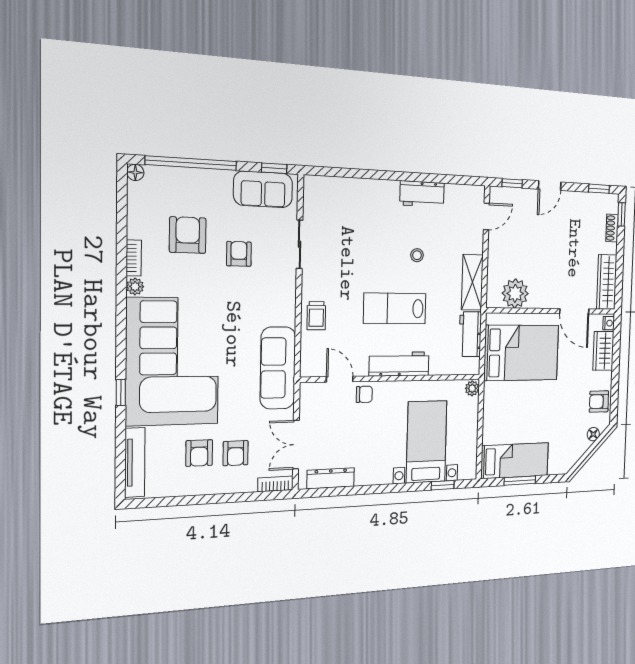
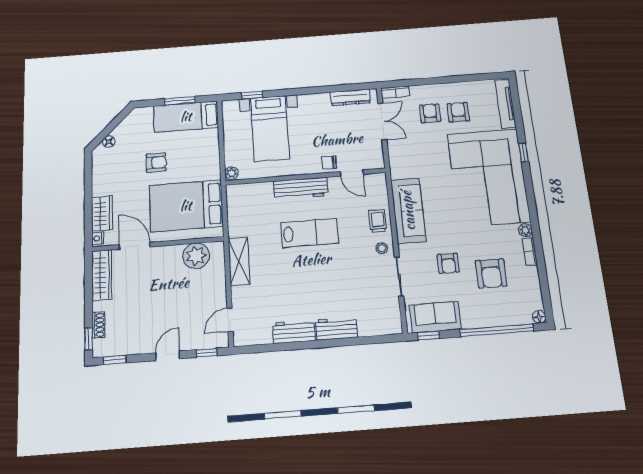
stool: (417, 255) -> (382, 248), moved
workbench: (470, 334) -> (336, 328), moved, turned -90
sofa: (278, 368) -> (408, 211), moved
armchair: (599, 402) -> (156, 163), moved

